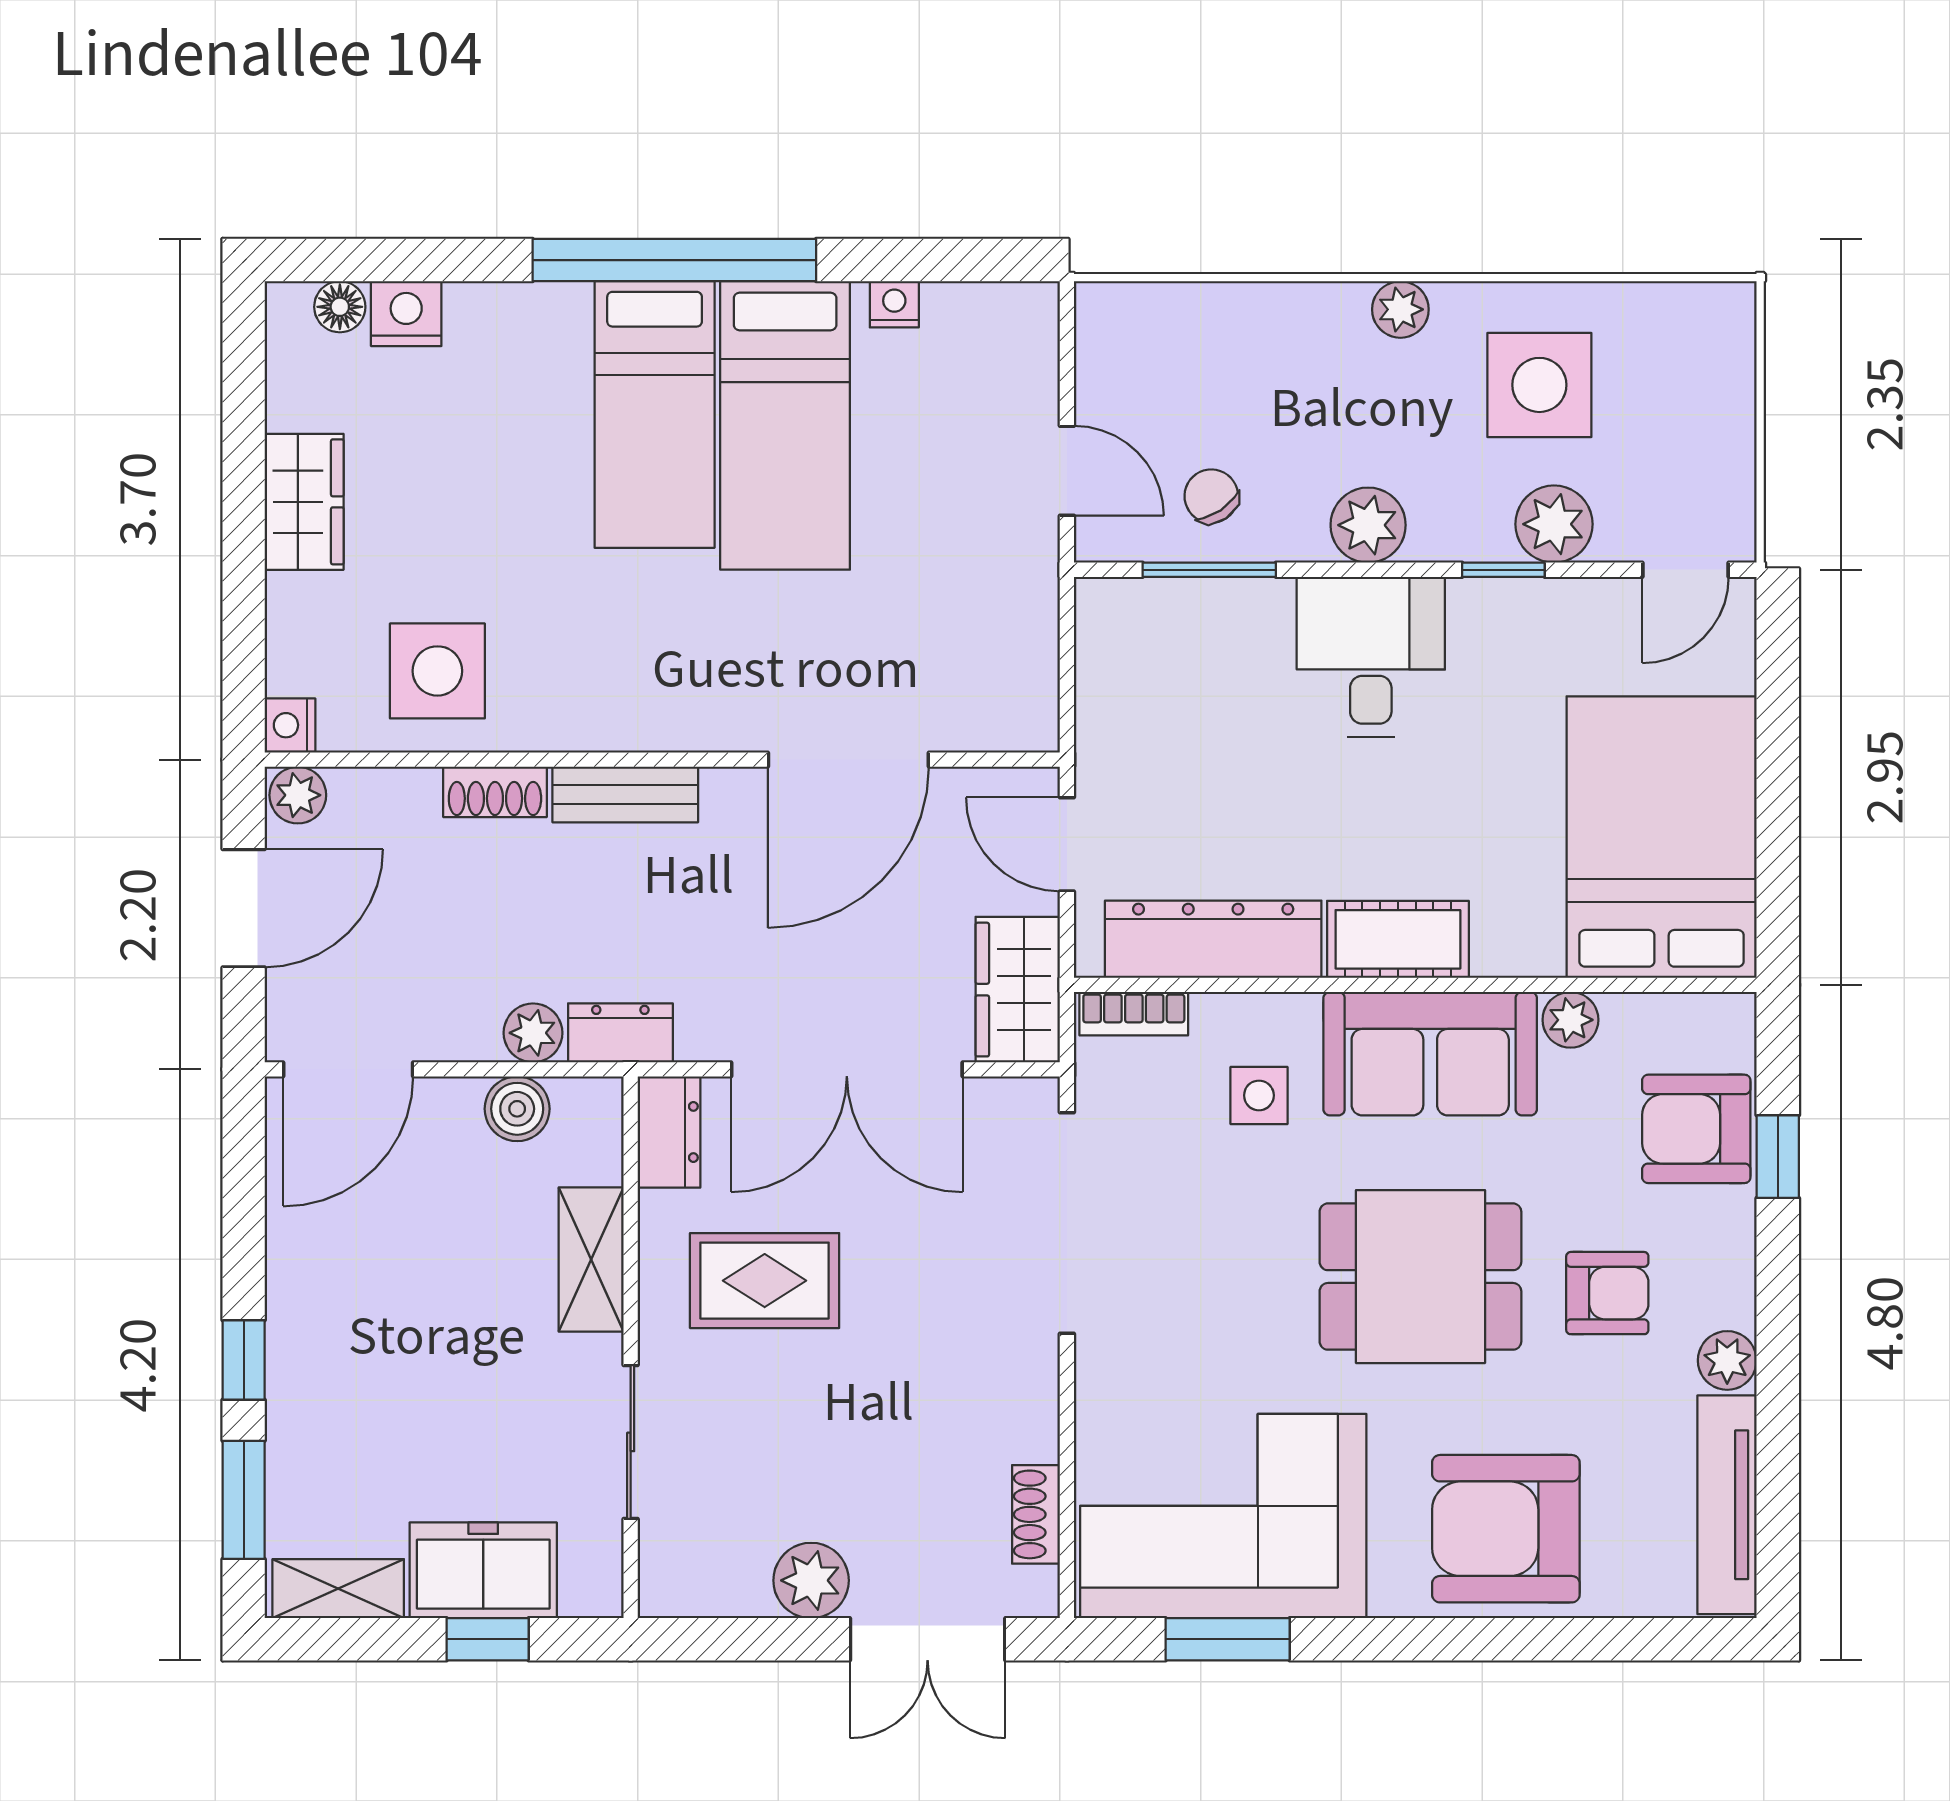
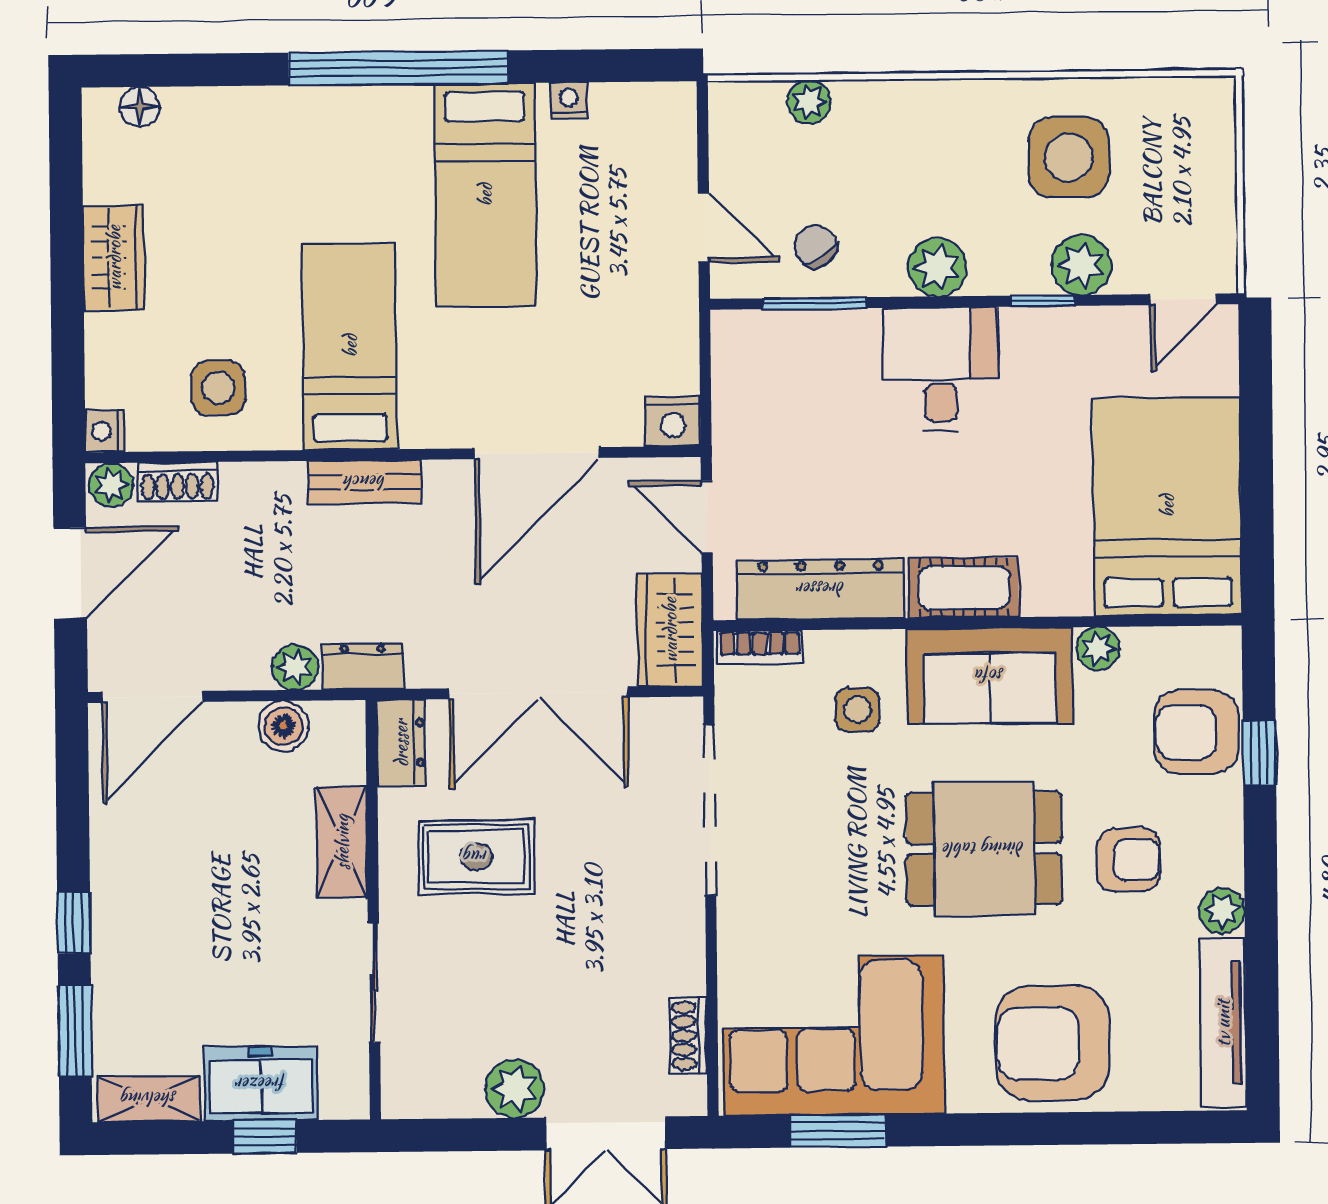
plant: (1400, 309) -> (809, 102), moved
nightstand: (406, 314) -> (673, 421), moved, turned 180
bed: (655, 414) -> (350, 346), moved, turned 180
side table: (437, 671) -> (218, 388), width x0.73, depth x0.73
shoe rack: (495, 792) -> (177, 482), moved

